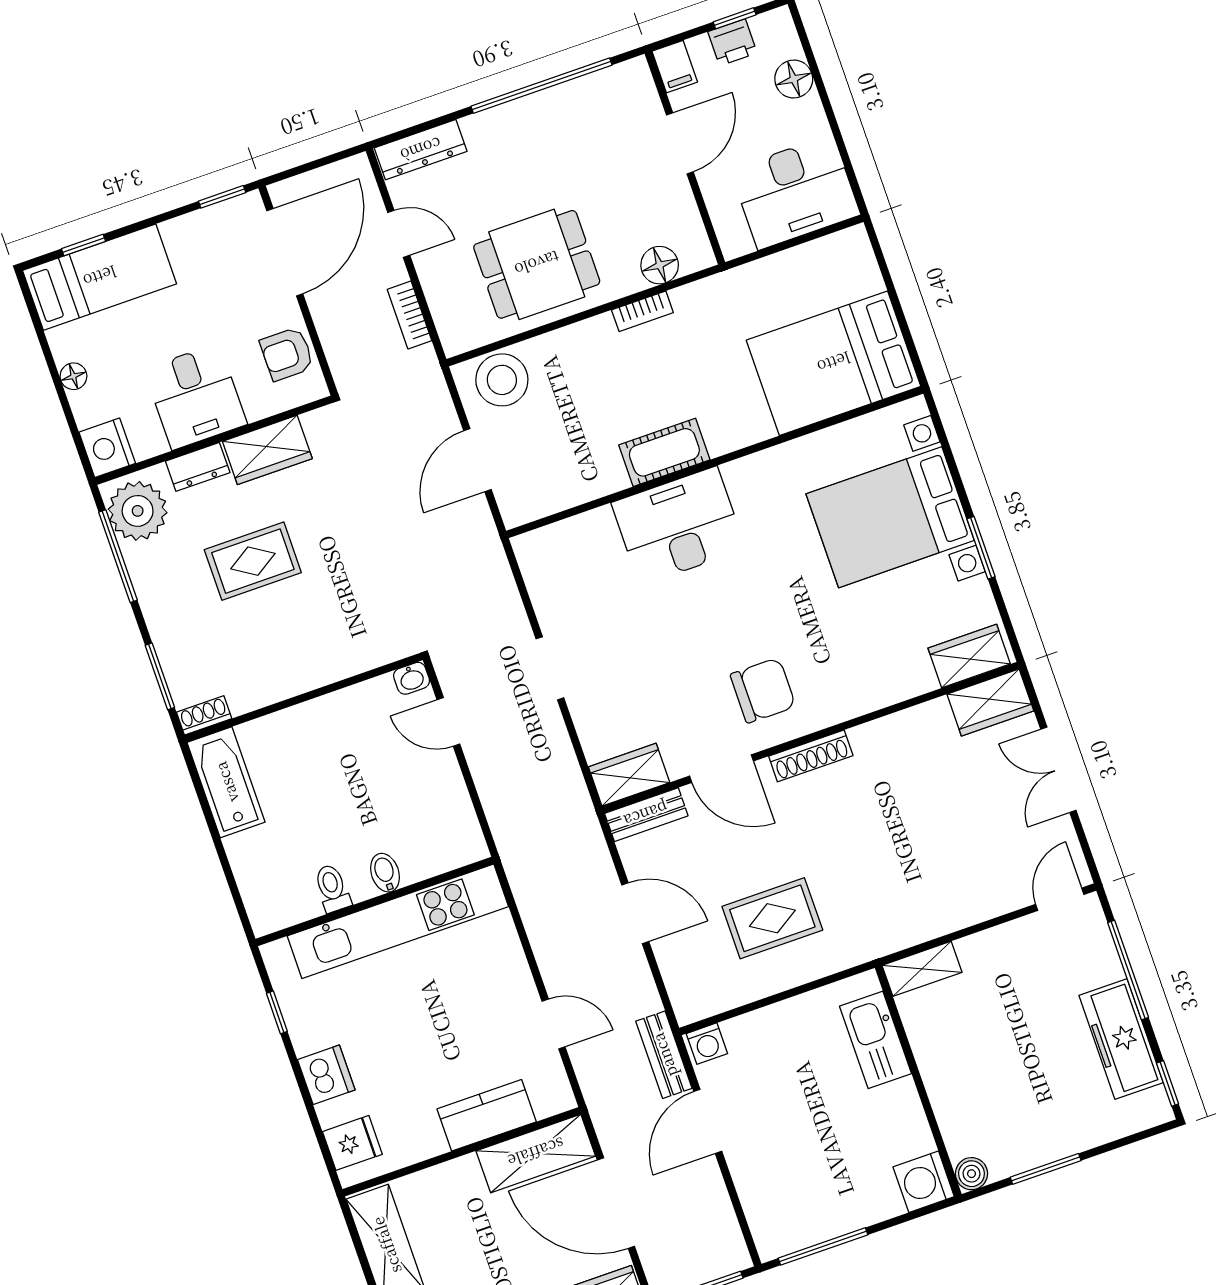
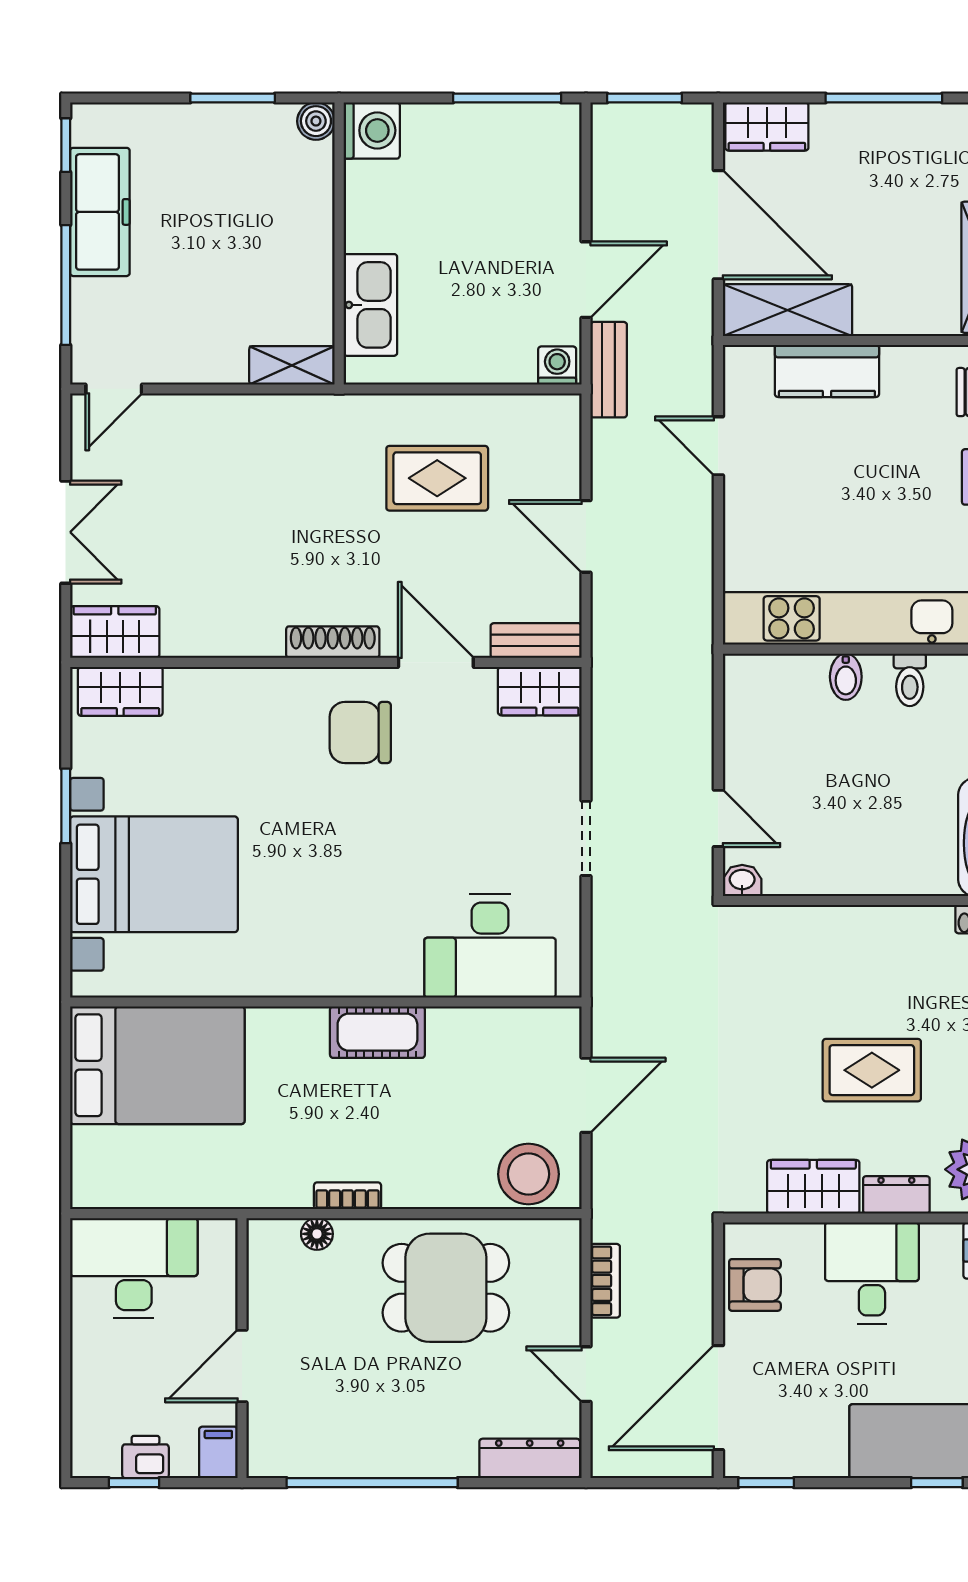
floor lamp: (794, 79) -> (92, 1393), removed
floor lamp: (660, 265) -> (317, 1234), width x0.73, depth x0.73
desk: (678, 526) -> (490, 946), moved

